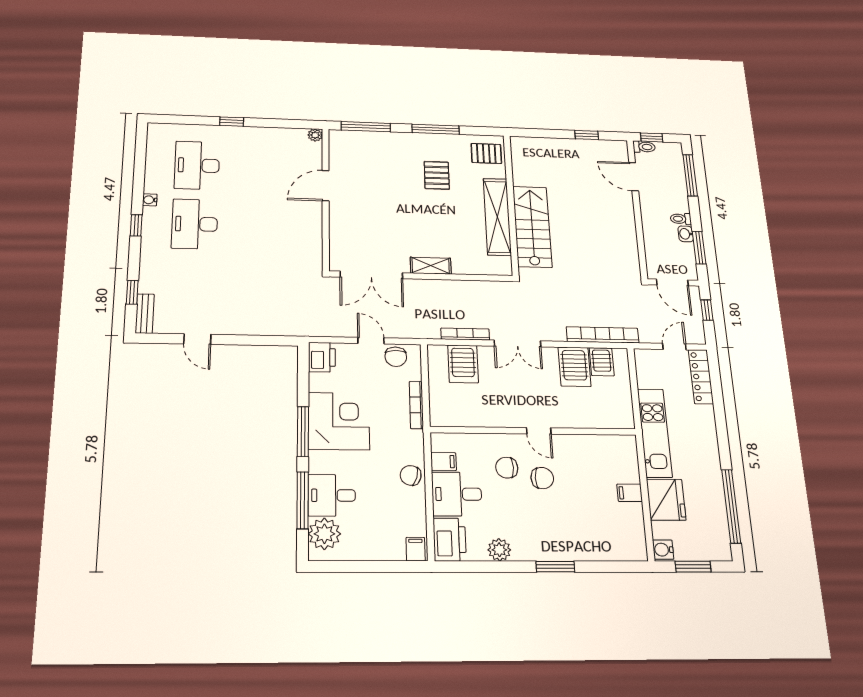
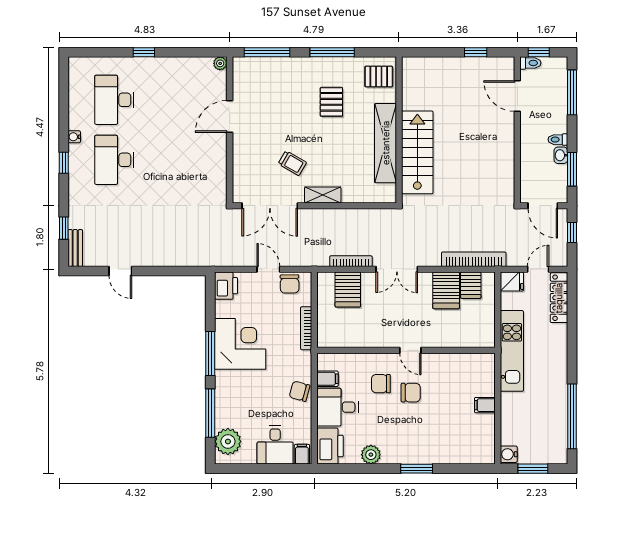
trolley: (396, 233) -> (292, 163), added
desk: (332, 495) -> (275, 445), moved, turned -90
fridge: (666, 500) -> (512, 281), moved, width x0.53, depth x0.75

